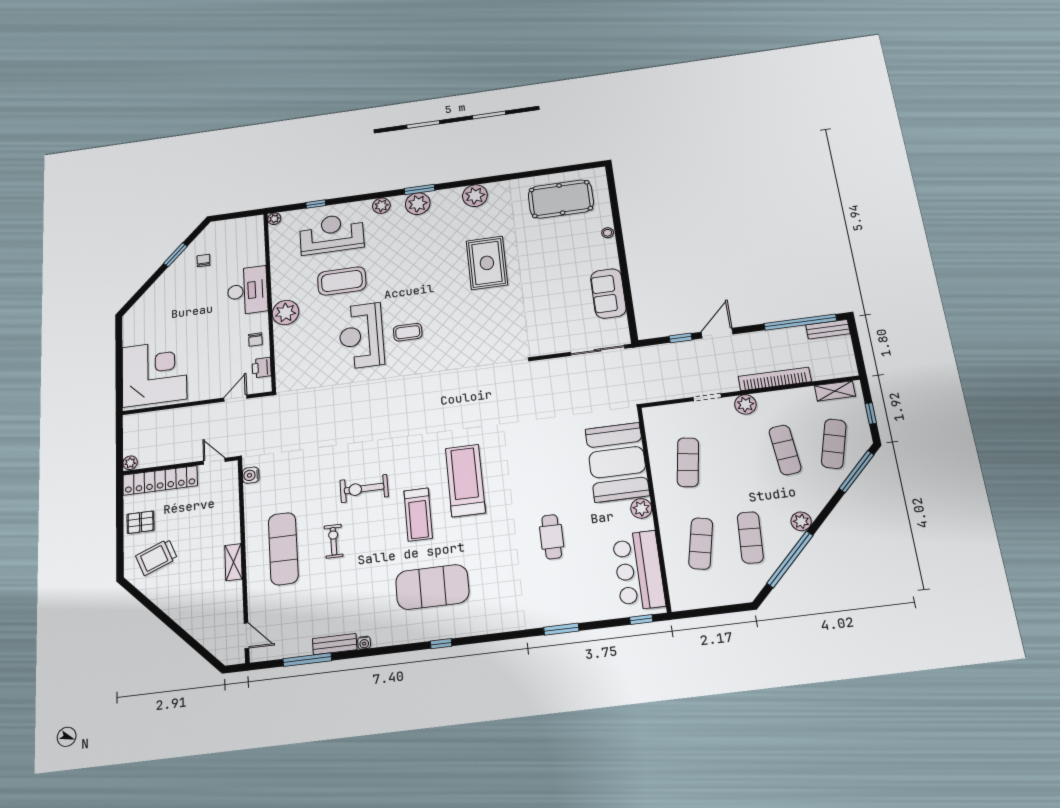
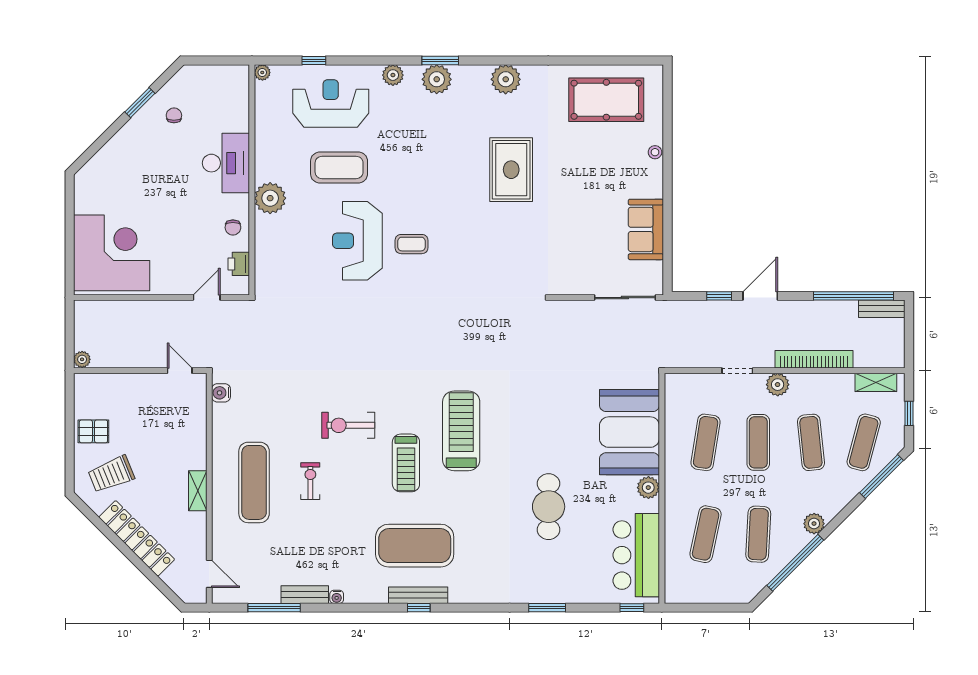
exercise mat: (736, 456) -> (758, 442), added
locker: (160, 480) -> (137, 538), moved, turned -135
cafe table: (552, 537) -> (549, 507), width x1.37, depth x1.35
bench: (439, 632) -> (418, 595), added

